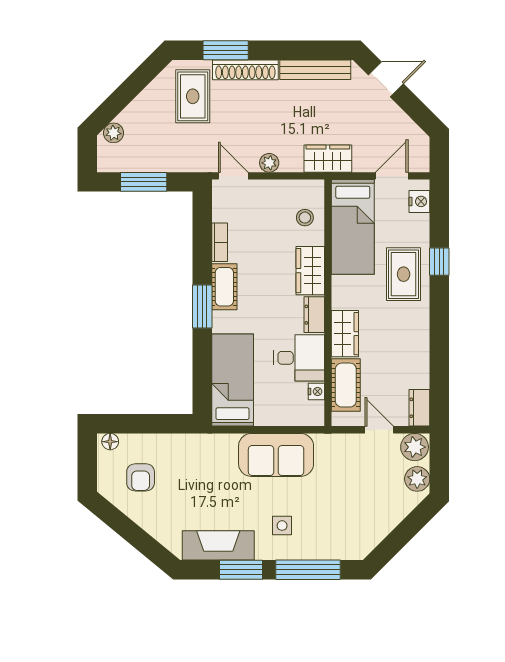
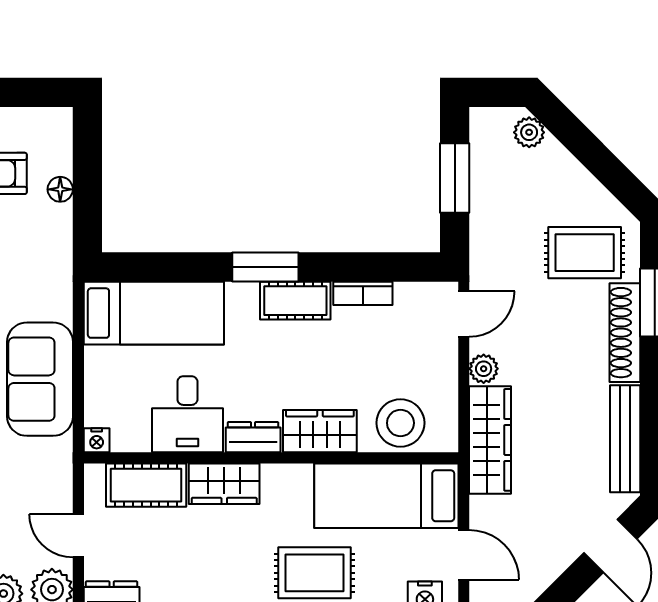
wardrobe: (328, 159) -> (490, 440), width x1.50
stool: (305, 218) -> (400, 423), width x1.89, depth x1.89
nightstand: (316, 392) -> (97, 440), moved
door: (379, 430) -> (78, 536), swing flipped
floor lamp: (110, 442) -> (60, 189), moved

